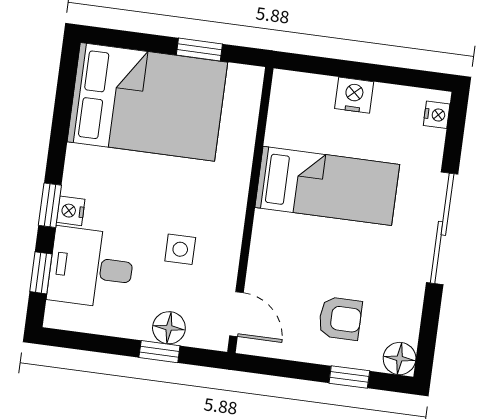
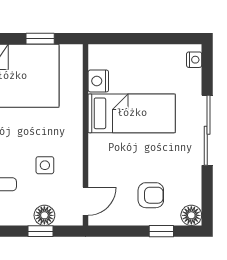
nightstand: (354, 95) -> (98, 81), moved, turned -90
door: (237, 314) -> (86, 201), hinge flipped

